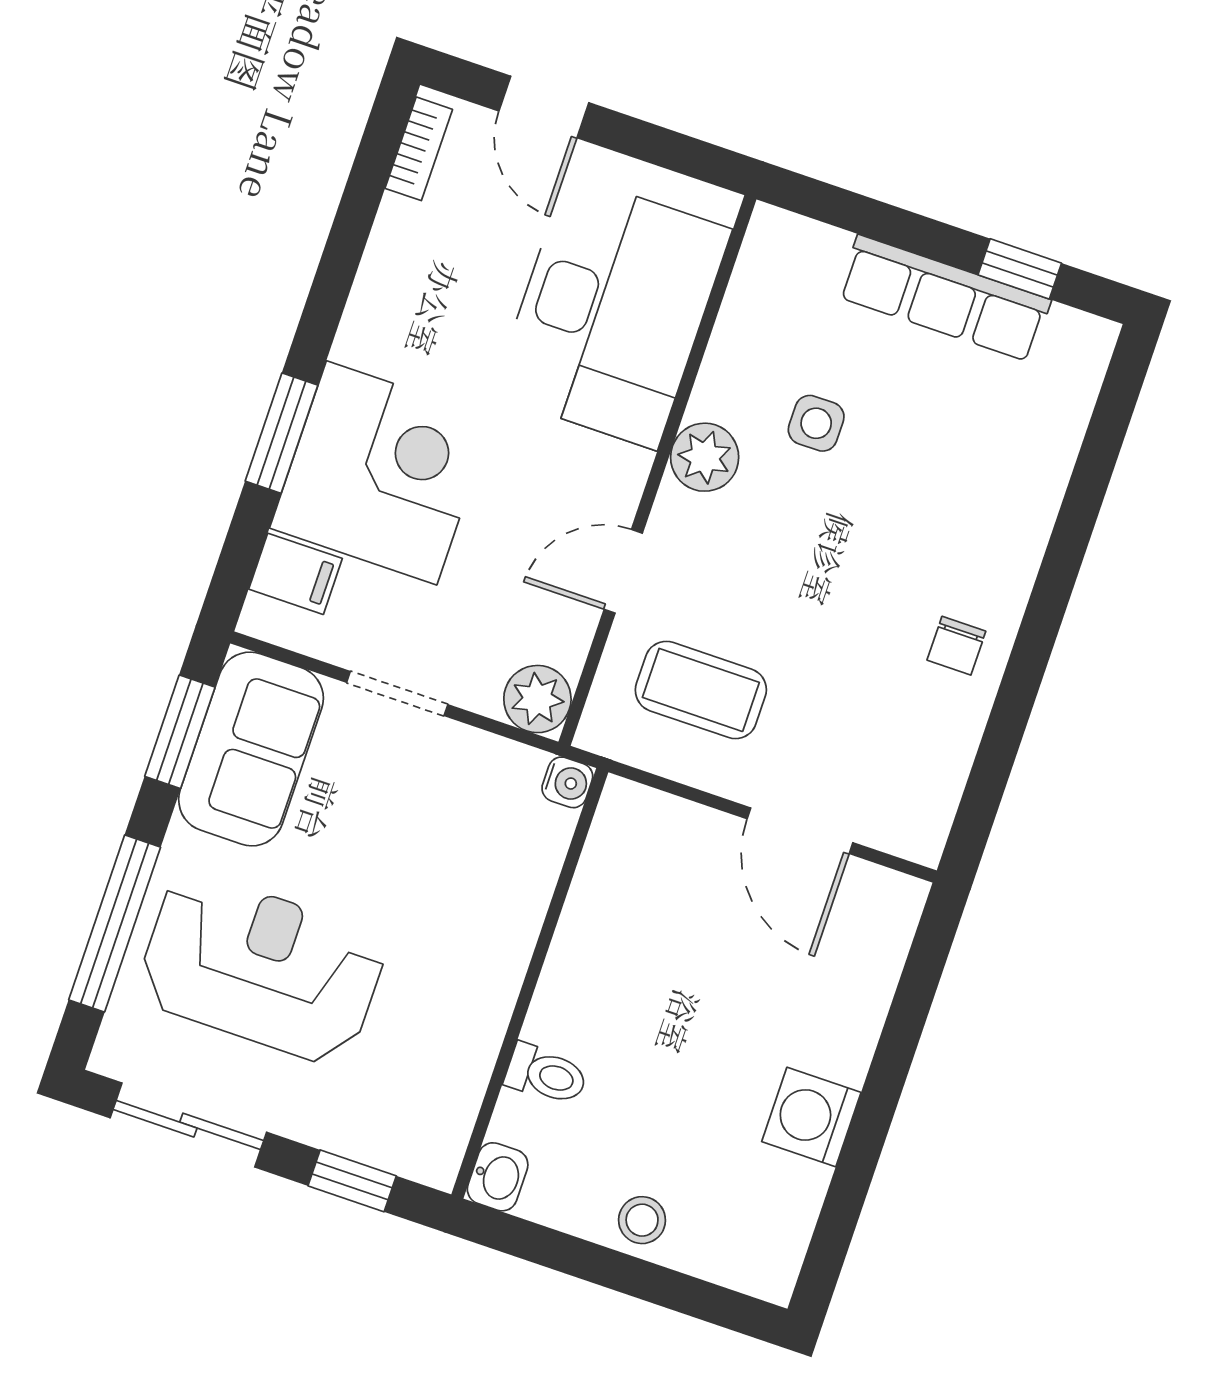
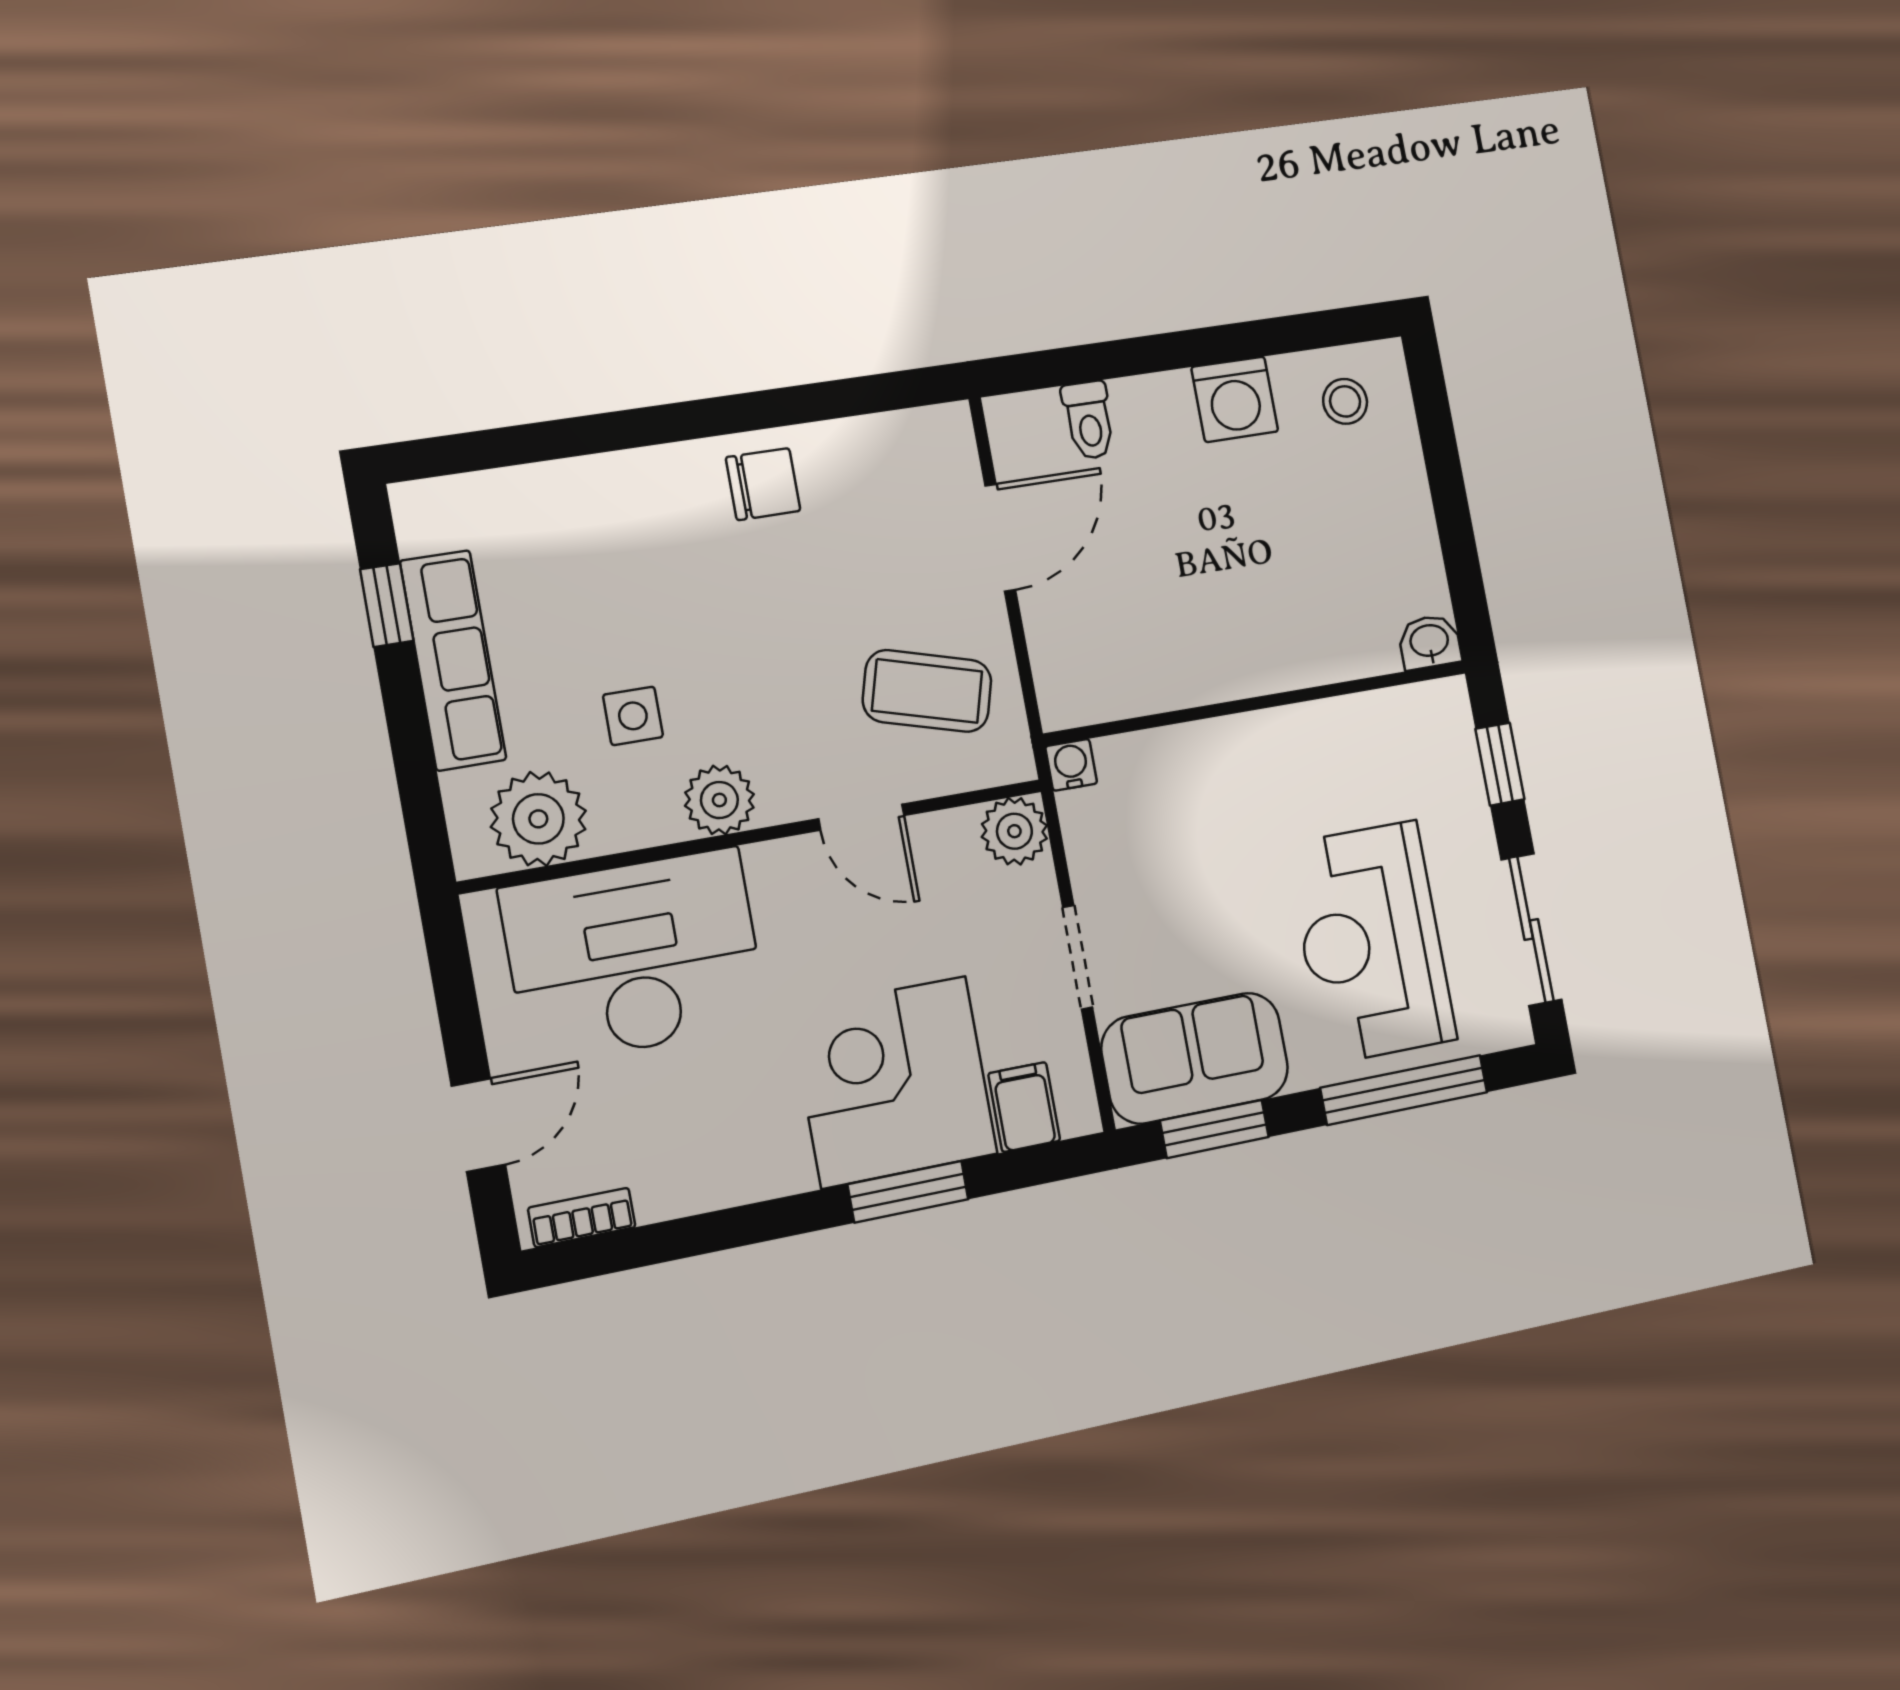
plant: (772, 296) -> (538, 819), added
chair: (956, 646) -> (763, 484), width x1.37, depth x1.37
coffee table: (701, 690) -> (927, 691), turned -74
toilet: (546, 1075) -> (1089, 420), moved, turned 180
stool: (642, 1220) -> (1345, 401), moved

